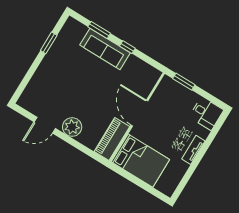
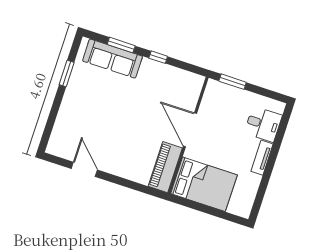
sofa: (105, 49) -> (113, 59), moved
desk: (206, 113) -> (263, 124), moved
door: (45, 125) -> (84, 169), swing flipped
plant: (72, 127) -> (116, 164), removed

